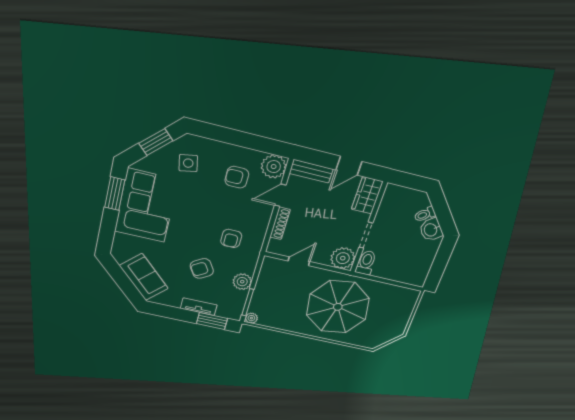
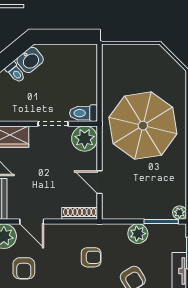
shoe rack: (280, 223) -> (80, 213), moved

